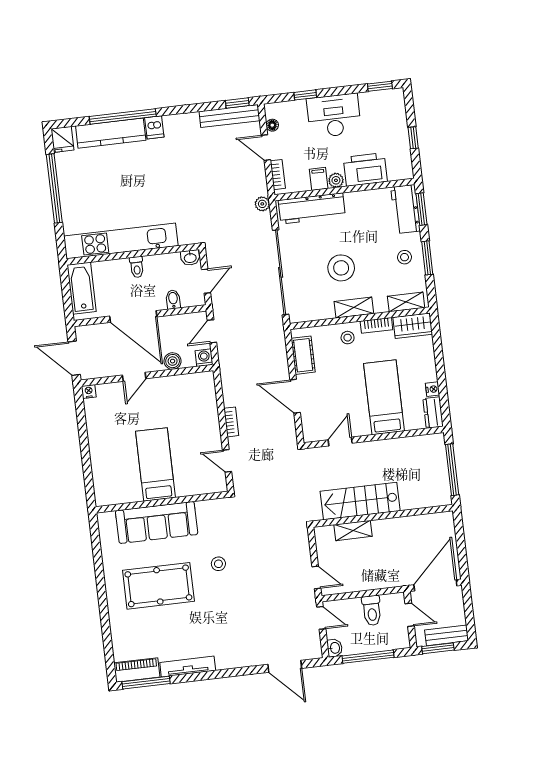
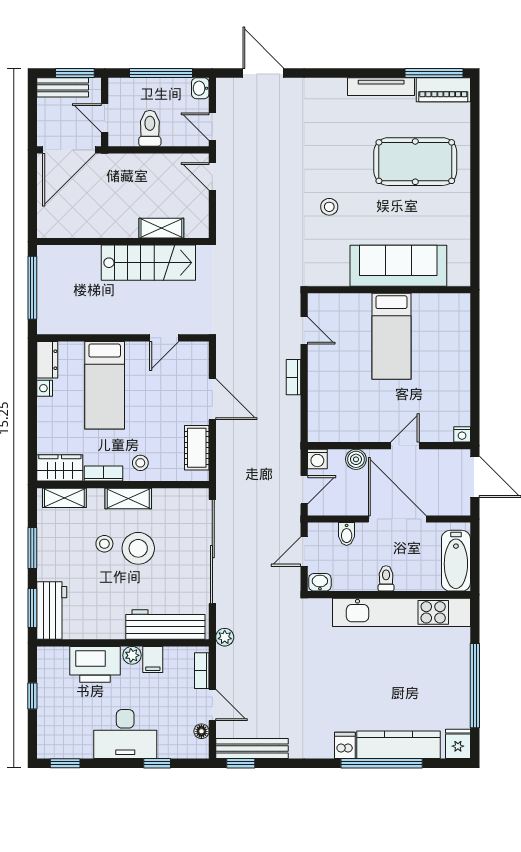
stool: (405, 257) -> (104, 544), moved
pool table: (158, 586) -> (415, 162), moved

